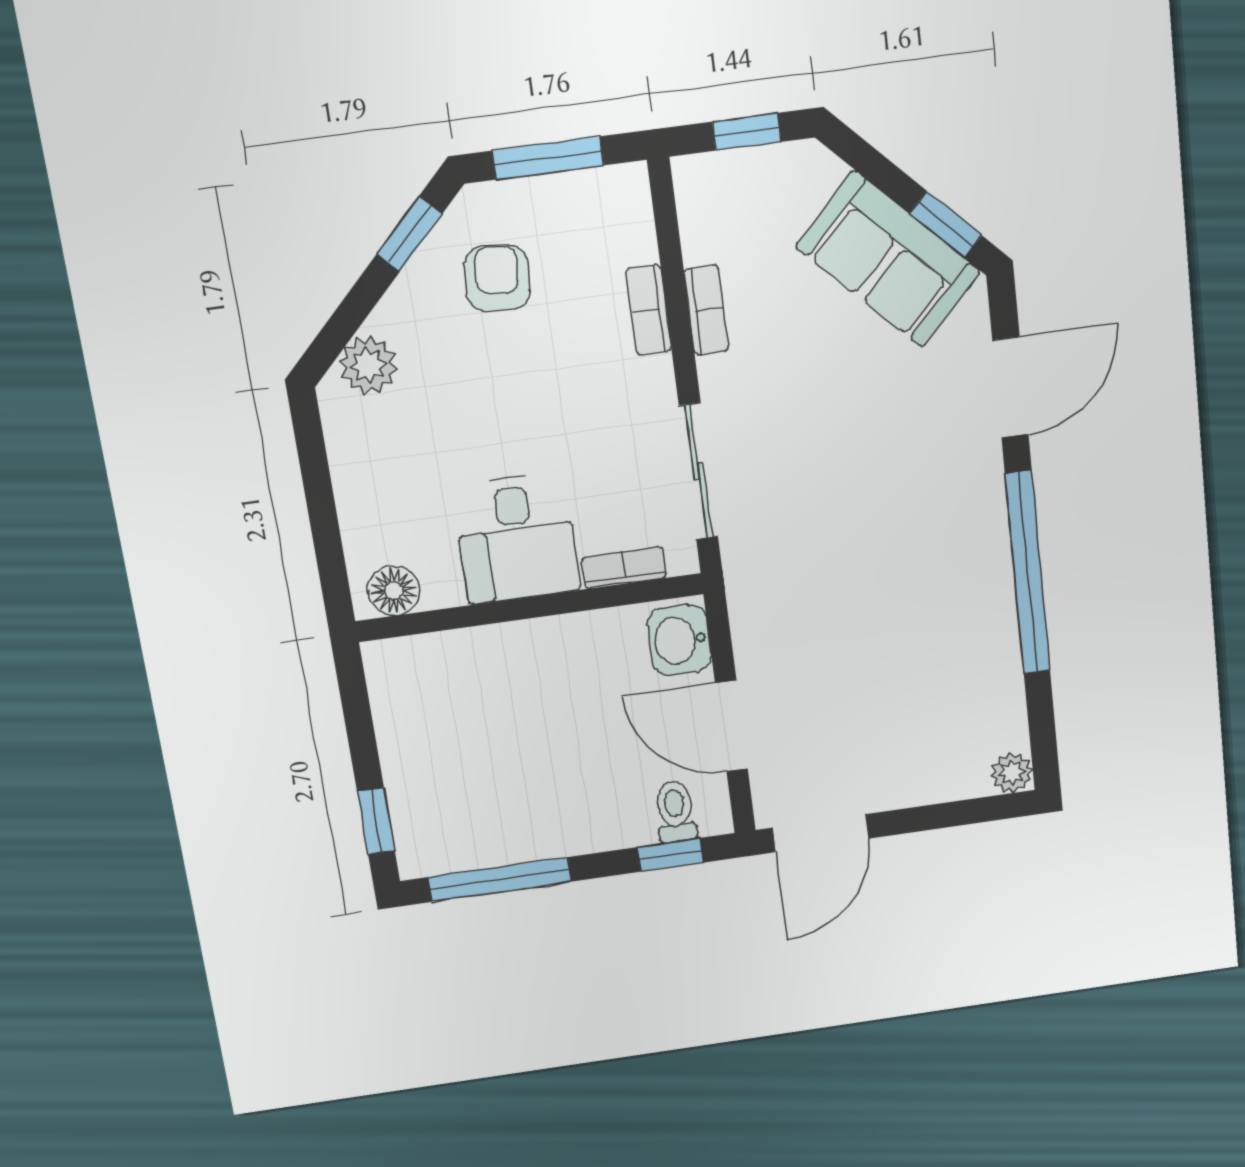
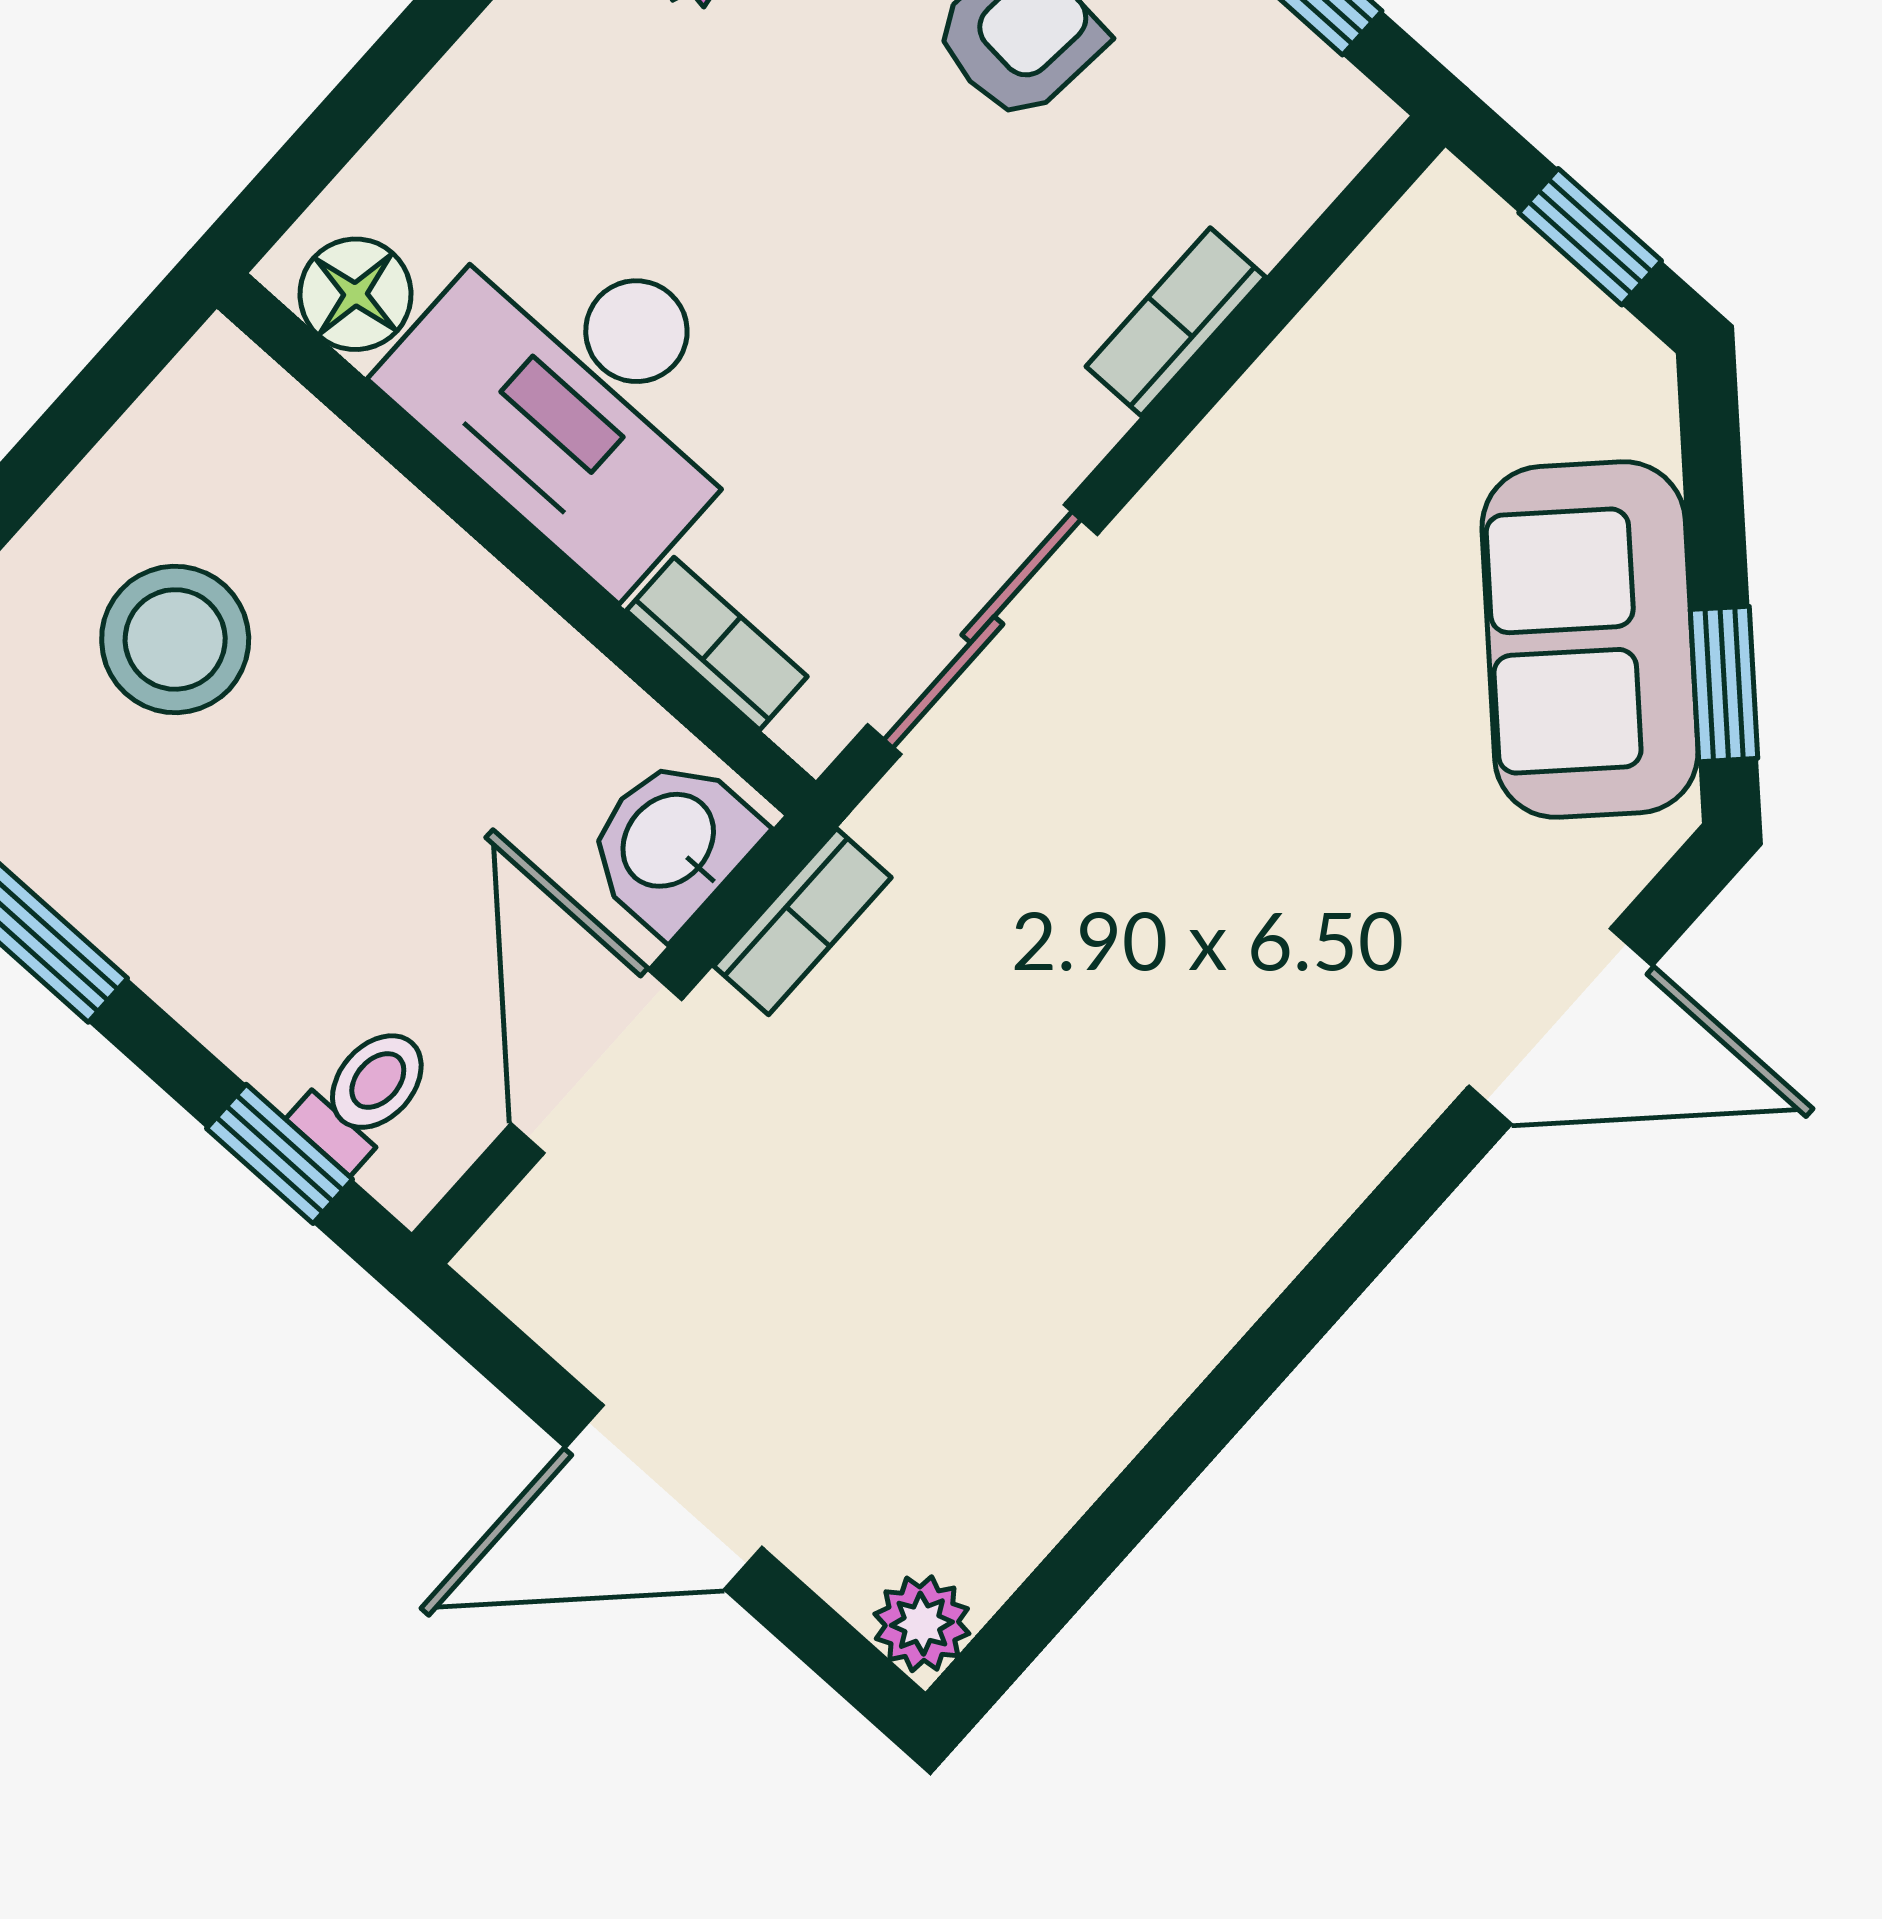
bookcase: (706, 310) -> (803, 922), moved
desk: (516, 538) -> (582, 393), width x1.37
window: (1028, 573) -> (1284, 1336), removed
stool: (464, 749) -> (175, 639), added
door: (821, 833) -> (664, 1497), moved

